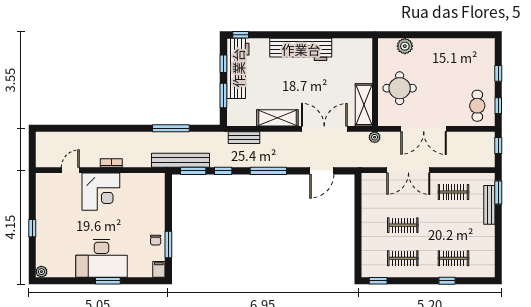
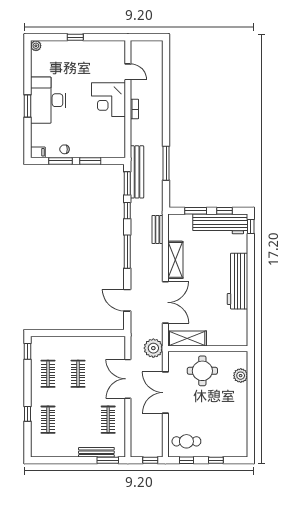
plant: (375, 137) -> (153, 348), width x1.87, depth x1.87
window: (168, 212) -> (90, 161), added

